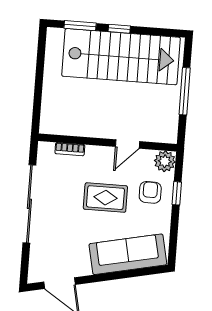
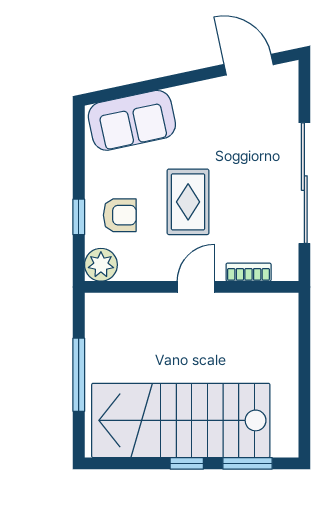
door: (128, 144) -> (196, 287), moved
armchair: (150, 192) -> (120, 215), turned -90
rug: (105, 198) -> (188, 202), turned 90
sofa: (128, 254) -> (132, 120), width x0.73

